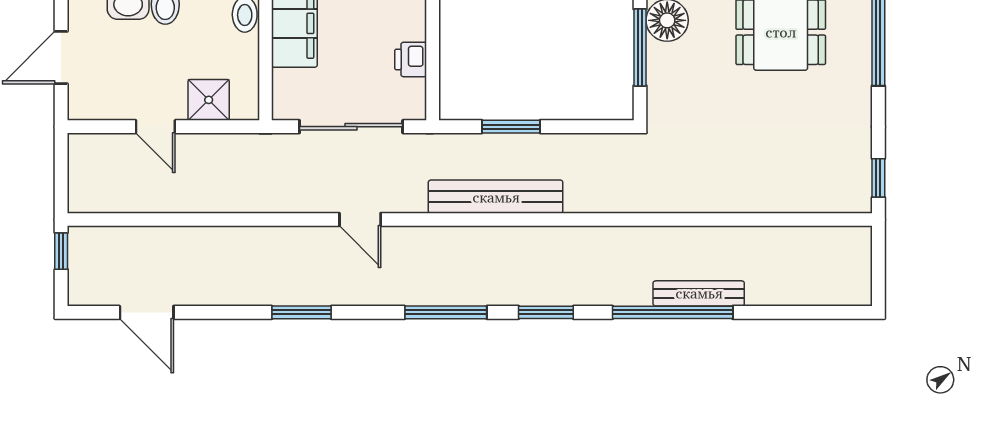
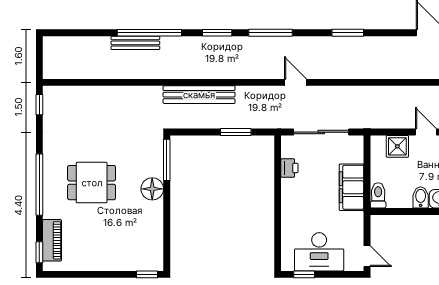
window: (640, 47) -> (167, 160), moved
bench: (496, 197) -> (199, 95), moved
door: (360, 220) -> (296, 82), moved

